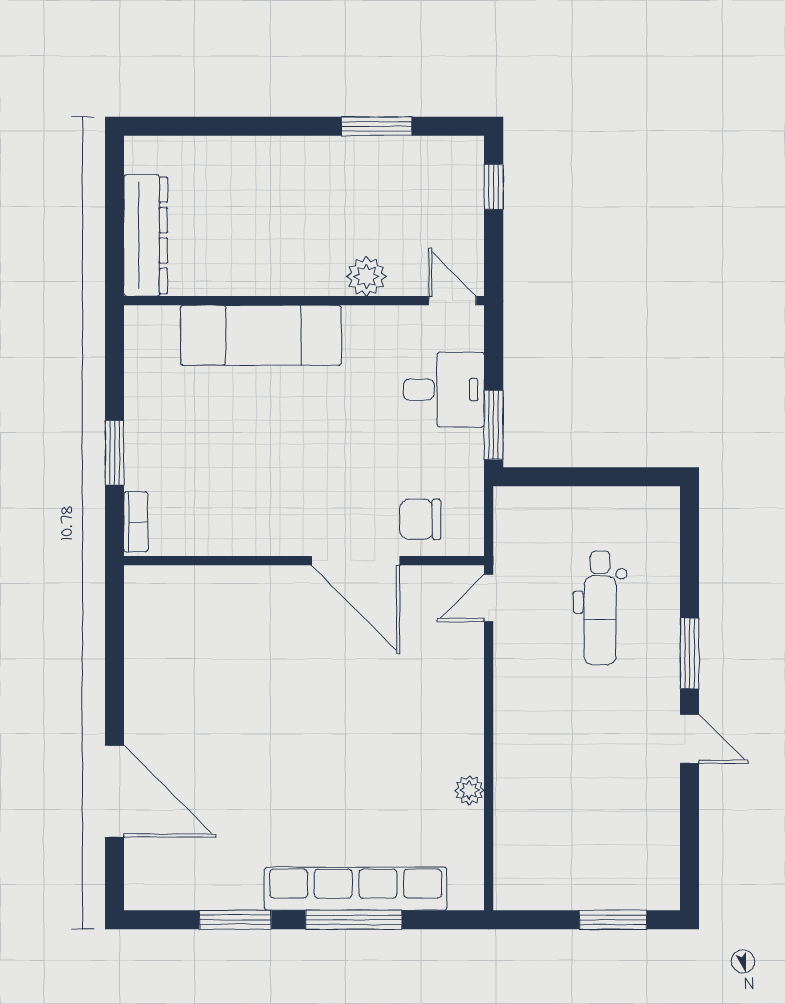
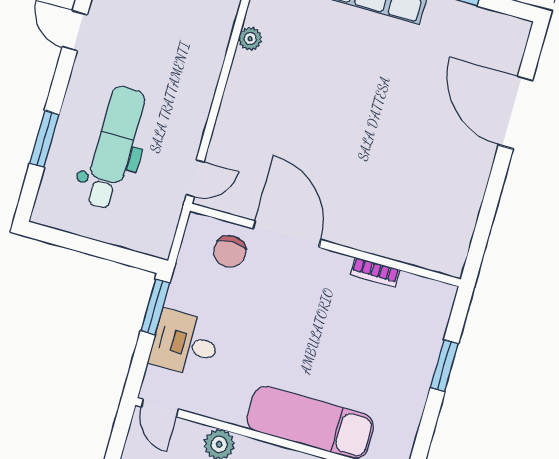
chair: (420, 519) -> (230, 251), turned 90
bookcase: (136, 522) -> (375, 272), moved, turned -90
dental chair: (600, 608) -> (114, 147), width x1.36, depth x1.38
window: (690, 653) -> (44, 139), moved

